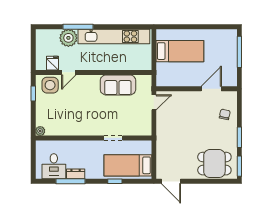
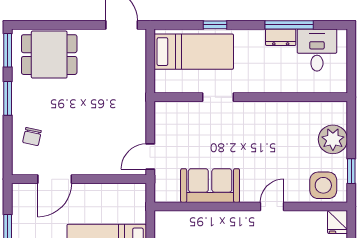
fridge: (53, 63) -> (338, 222), moved
door: (69, 72) -> (272, 206), moved
plant: (40, 131) -> (333, 139), moved, width x1.87, depth x1.87

